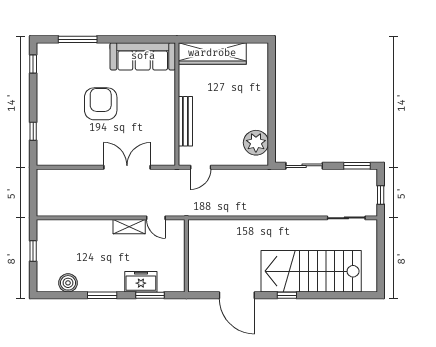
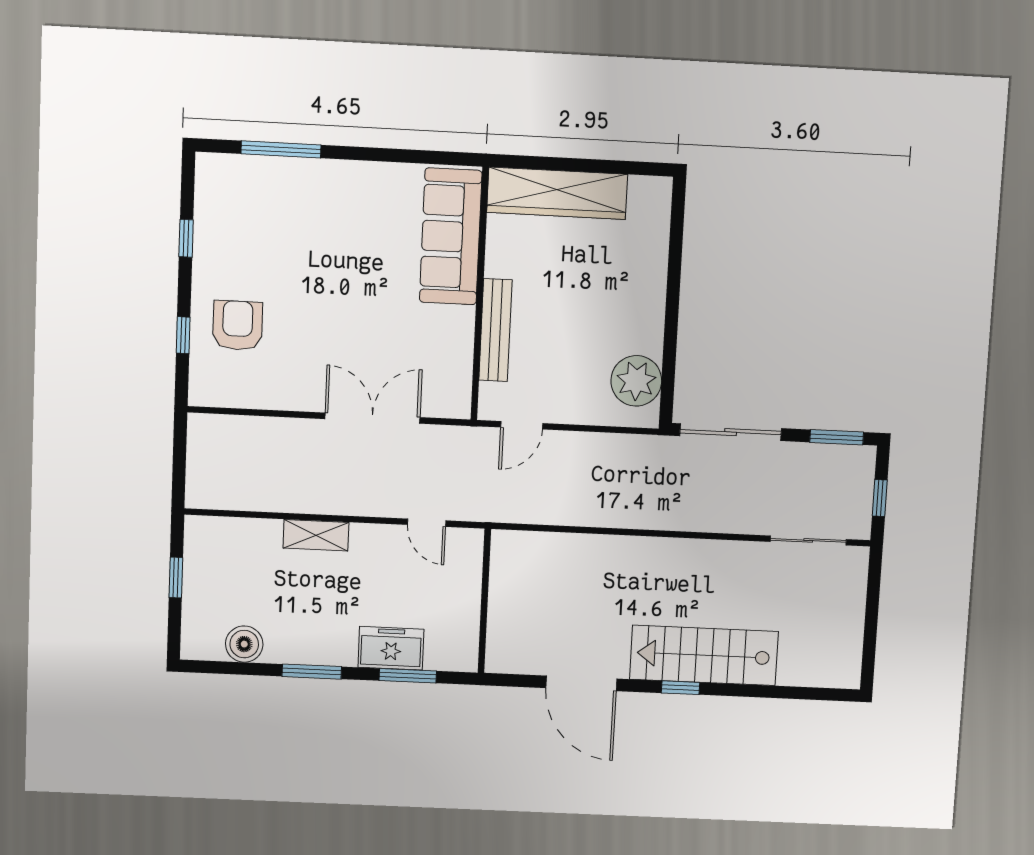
sofa: (143, 56) -> (451, 236), moved, turned 90
window: (33, 64) -> (186, 238), moved
armchair: (101, 104) -> (238, 325), moved, width x0.73, depth x0.73
sliding door: (304, 166) -> (731, 432), width x1.37
shelving: (129, 227) -> (316, 535), moved
stairs: (311, 271) -> (704, 655), width x0.73, depth x0.66

